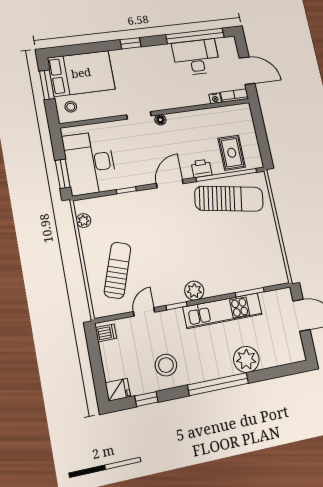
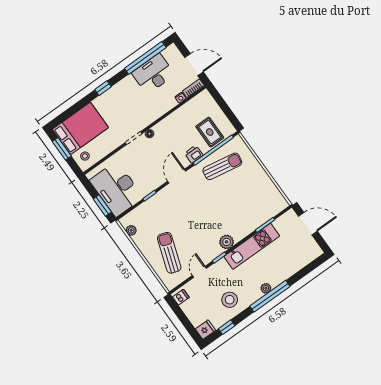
sun lounger: (229, 199) -> (222, 166), width x0.73, depth x0.75
plant: (246, 359) -> (266, 288), moved, width x0.53, depth x0.53

